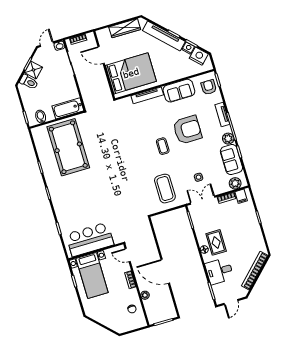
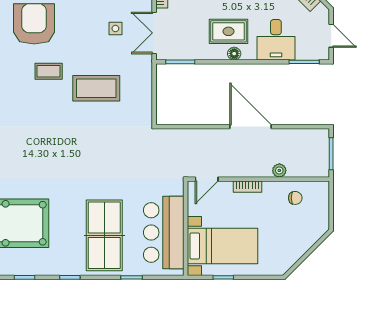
coffee table: (165, 189) -> (96, 88), moved
table tennis table: (78, 206) -> (104, 235), added
door: (165, 271) -> (251, 127), swing flipped

